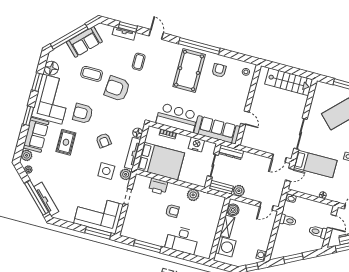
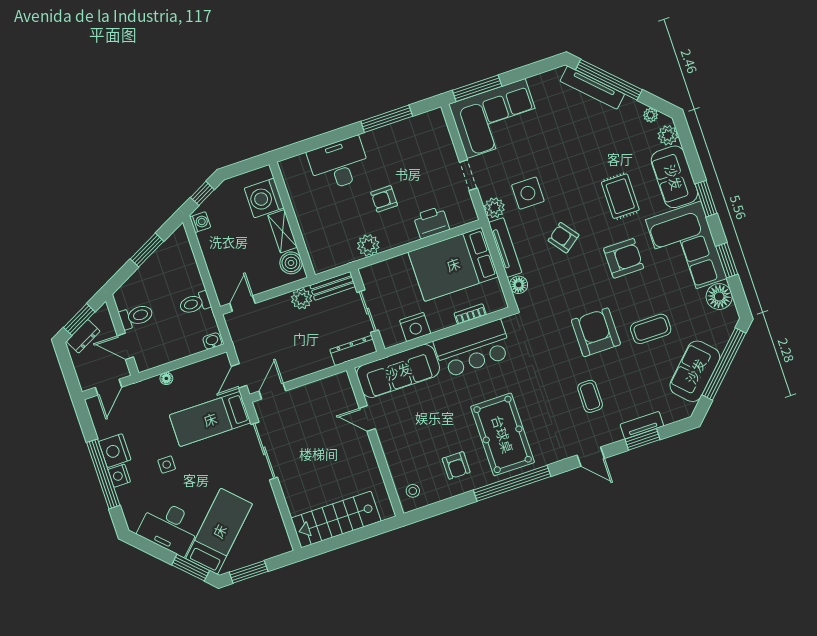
armchair: (117, 89) -> (596, 332), turned -95

